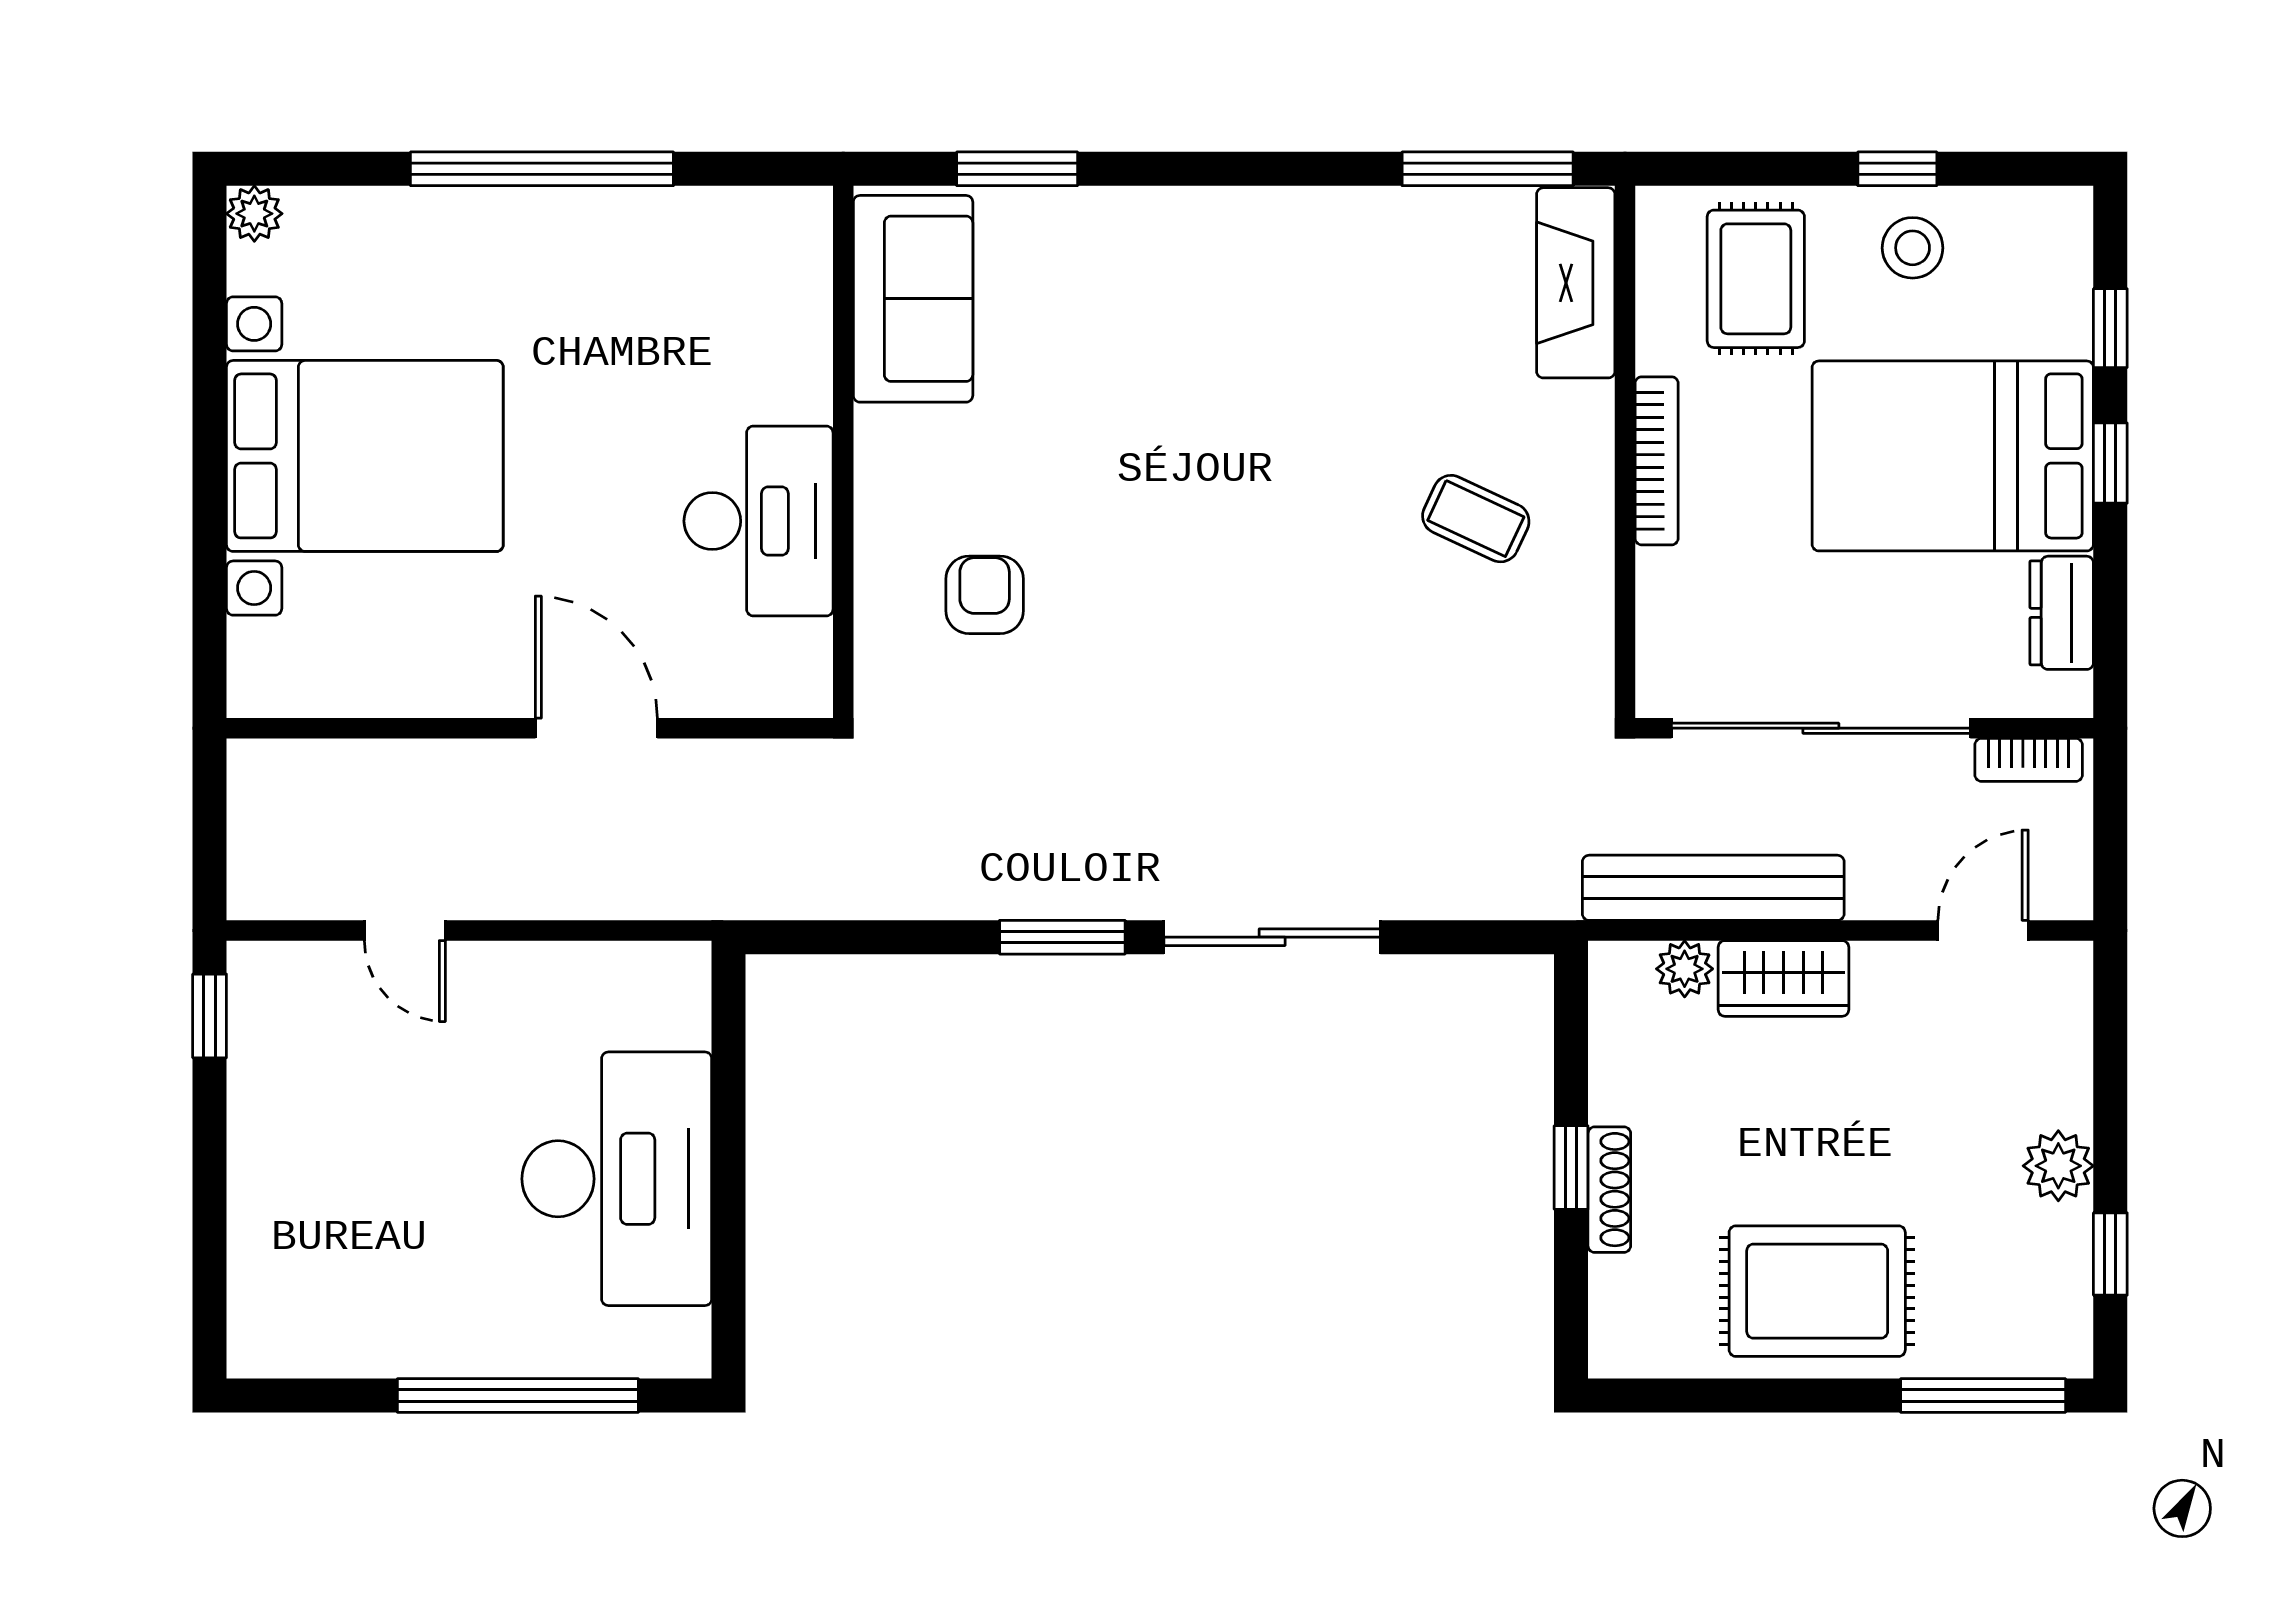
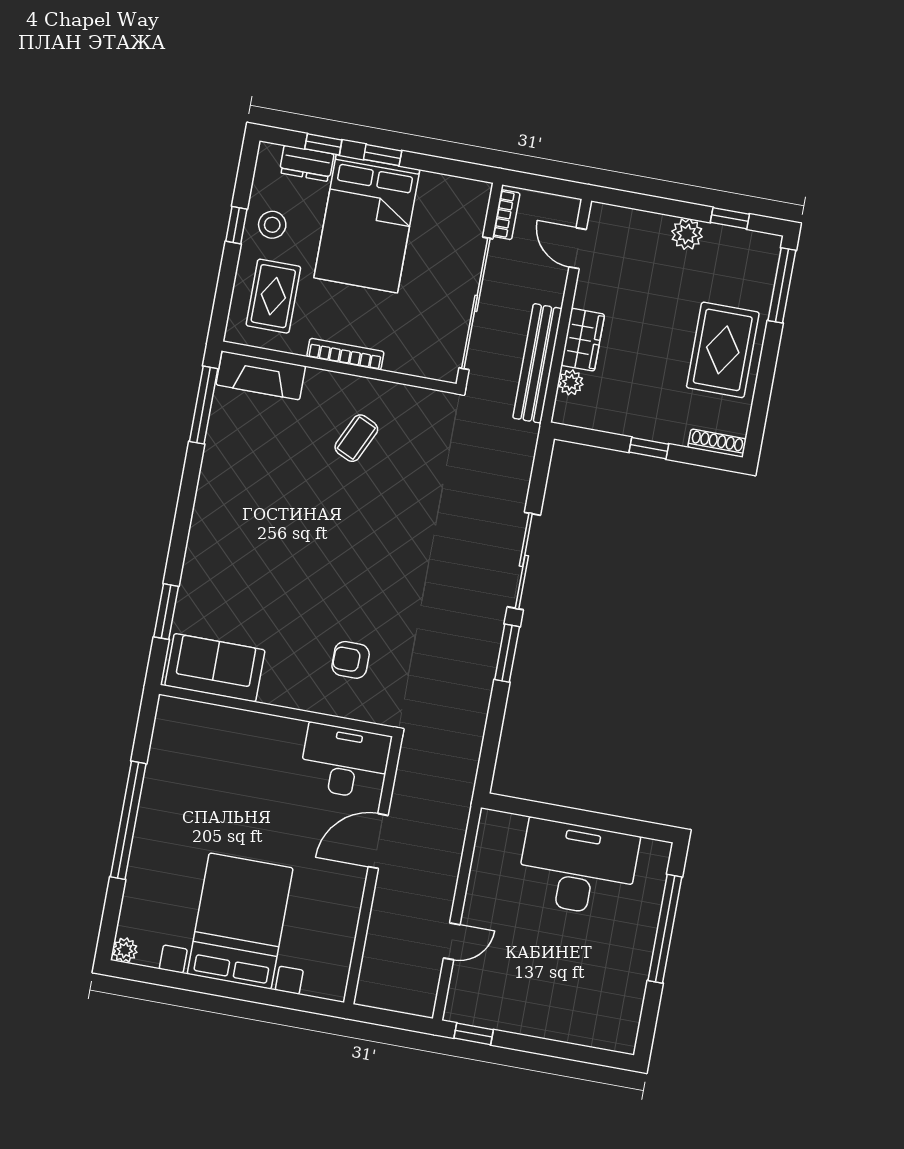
rug: (1756, 279) -> (273, 296), turned 90
desk: (759, 521) -> (345, 761), moved
dresser: (2062, 613) -> (307, 163), moved
shoe rack: (1609, 1190) -> (717, 443), moved

